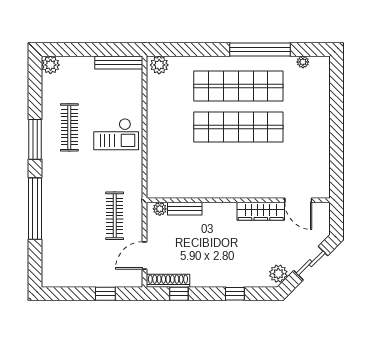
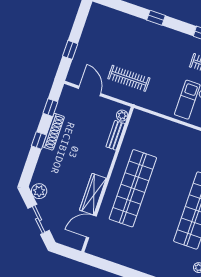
shop shelf: (238, 127) -> (133, 188), moved
window: (35, 209) -> (156, 18), width x0.32
shoe rack: (168, 281) -> (53, 132), moved
window: (235, 294) -> (39, 140), moved

